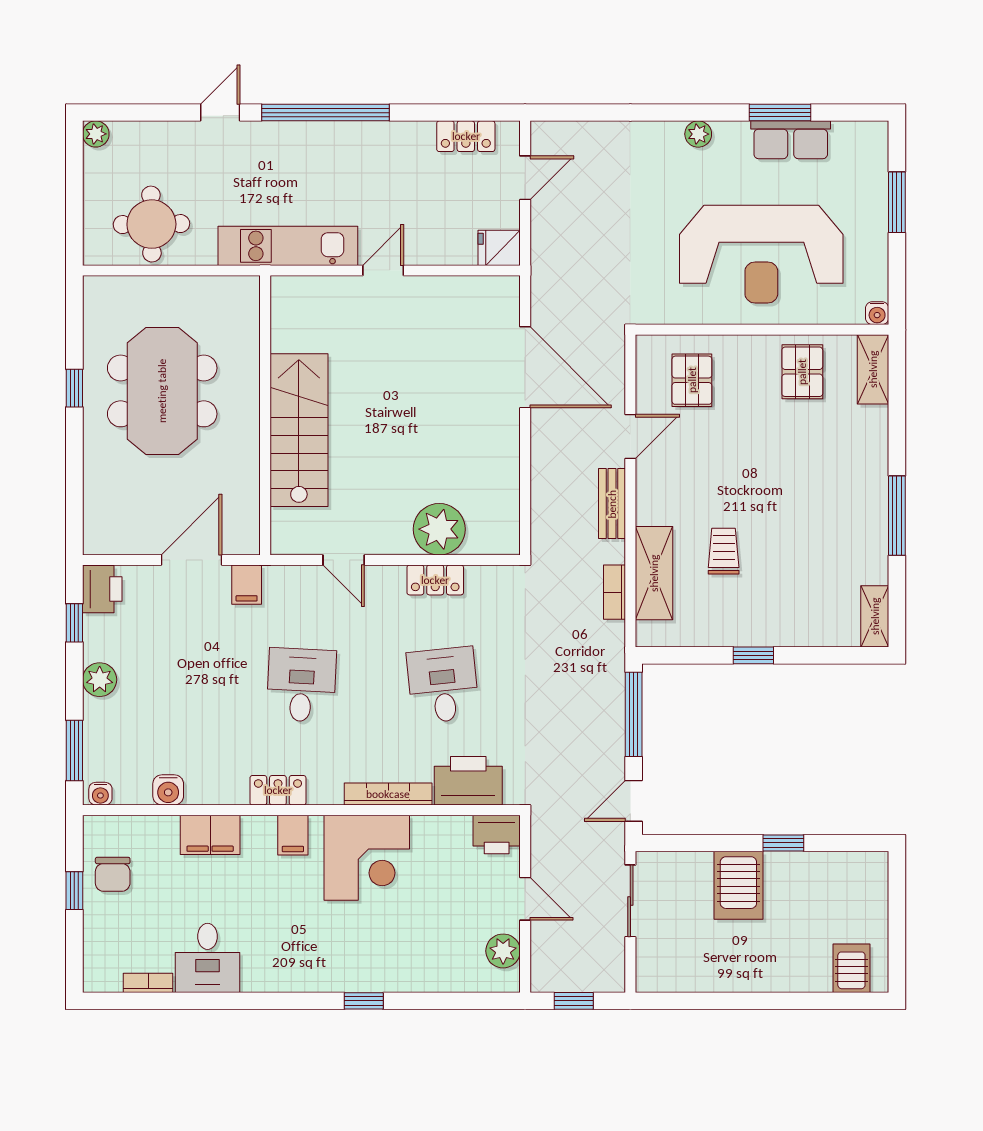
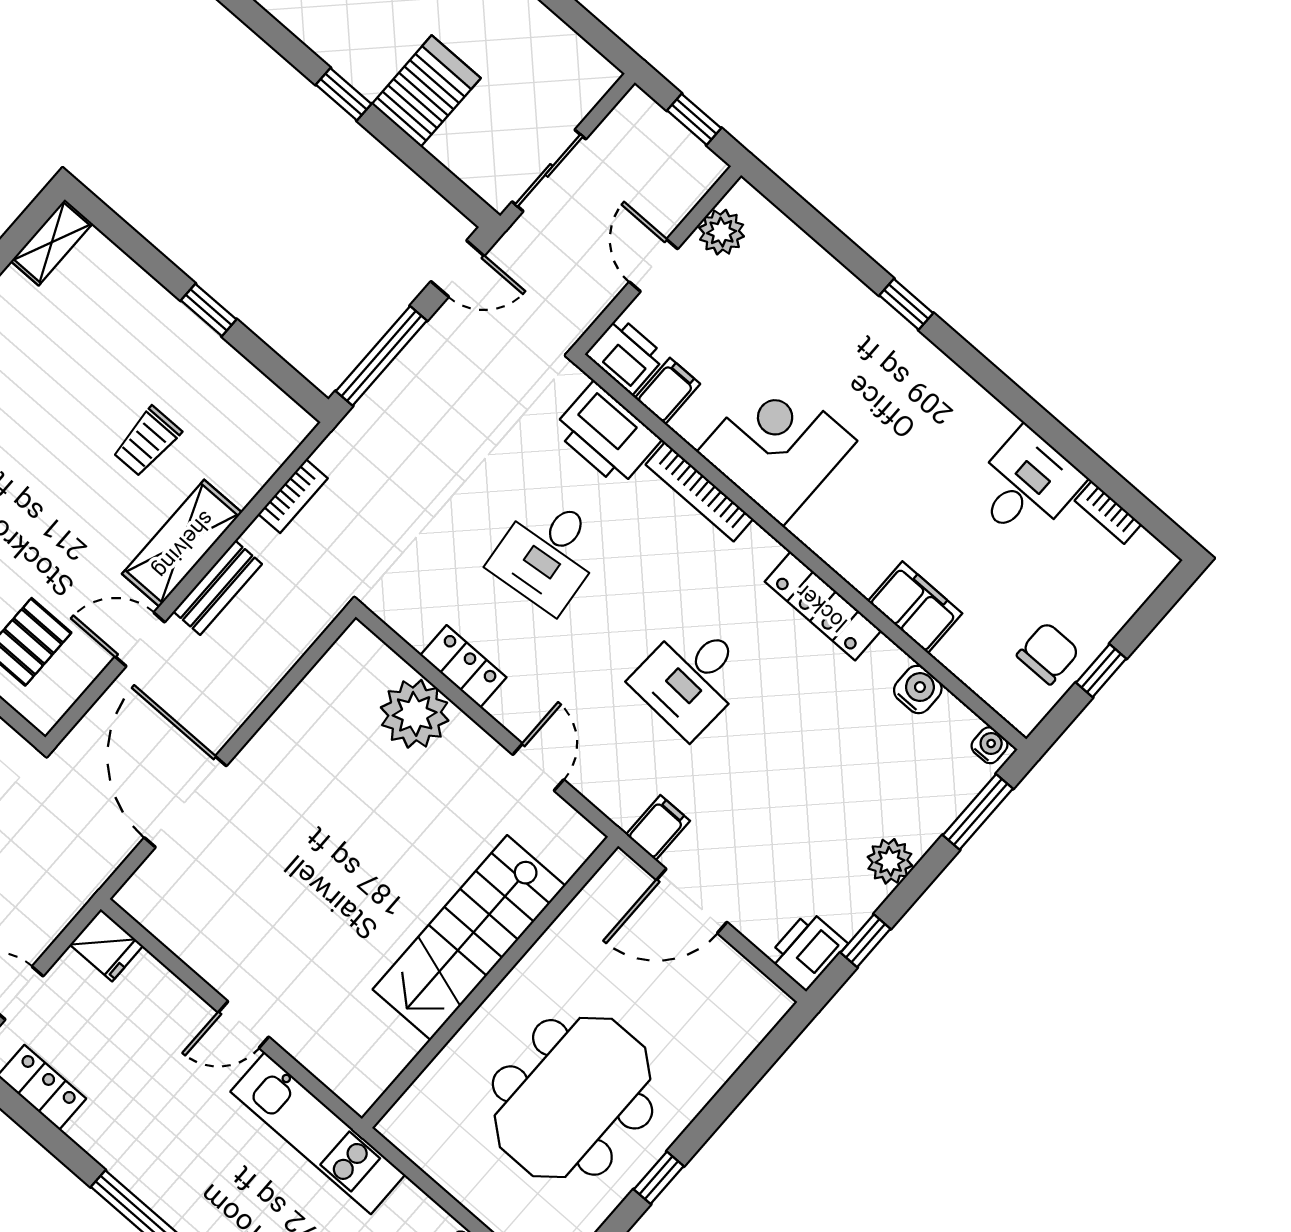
shelving: (654, 573) -> (182, 543), moved
locker: (278, 790) -> (823, 606), width x1.53
filing cabinet: (293, 835) -> (668, 391), moved

